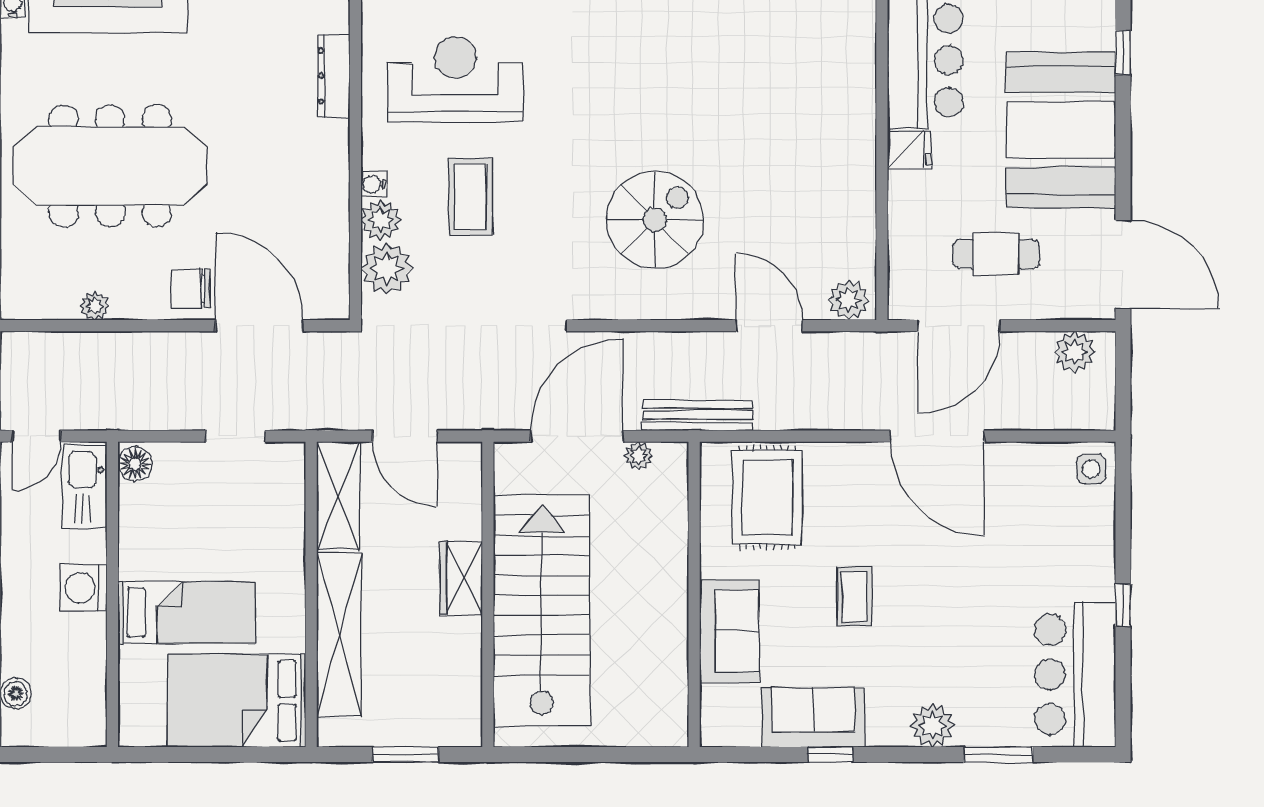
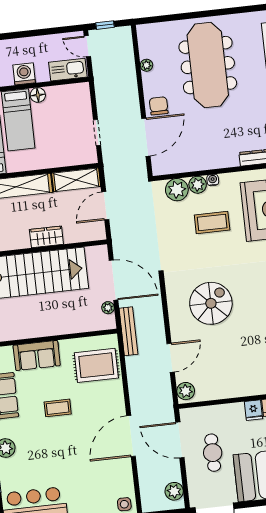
spiral stairs: (655, 220) -> (211, 303), turned -90
floor lamp: (135, 464) -> (38, 95), moved

